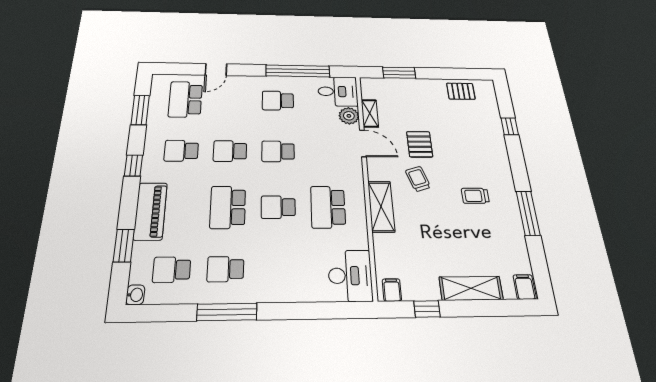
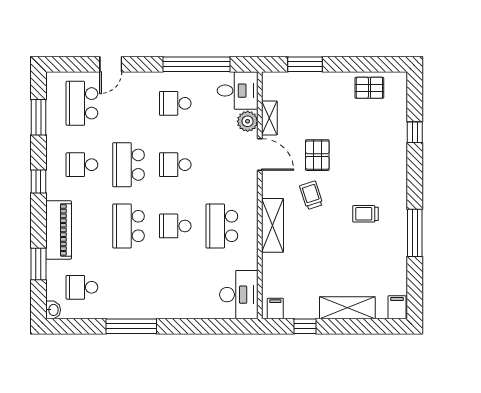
school desk: (230, 151) -> (129, 165), width x1.85
school desk: (225, 269) -> (129, 287), removed

